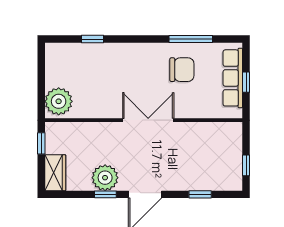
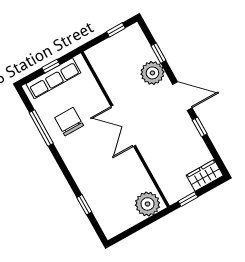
plant: (105, 178) -> (152, 73), moved

